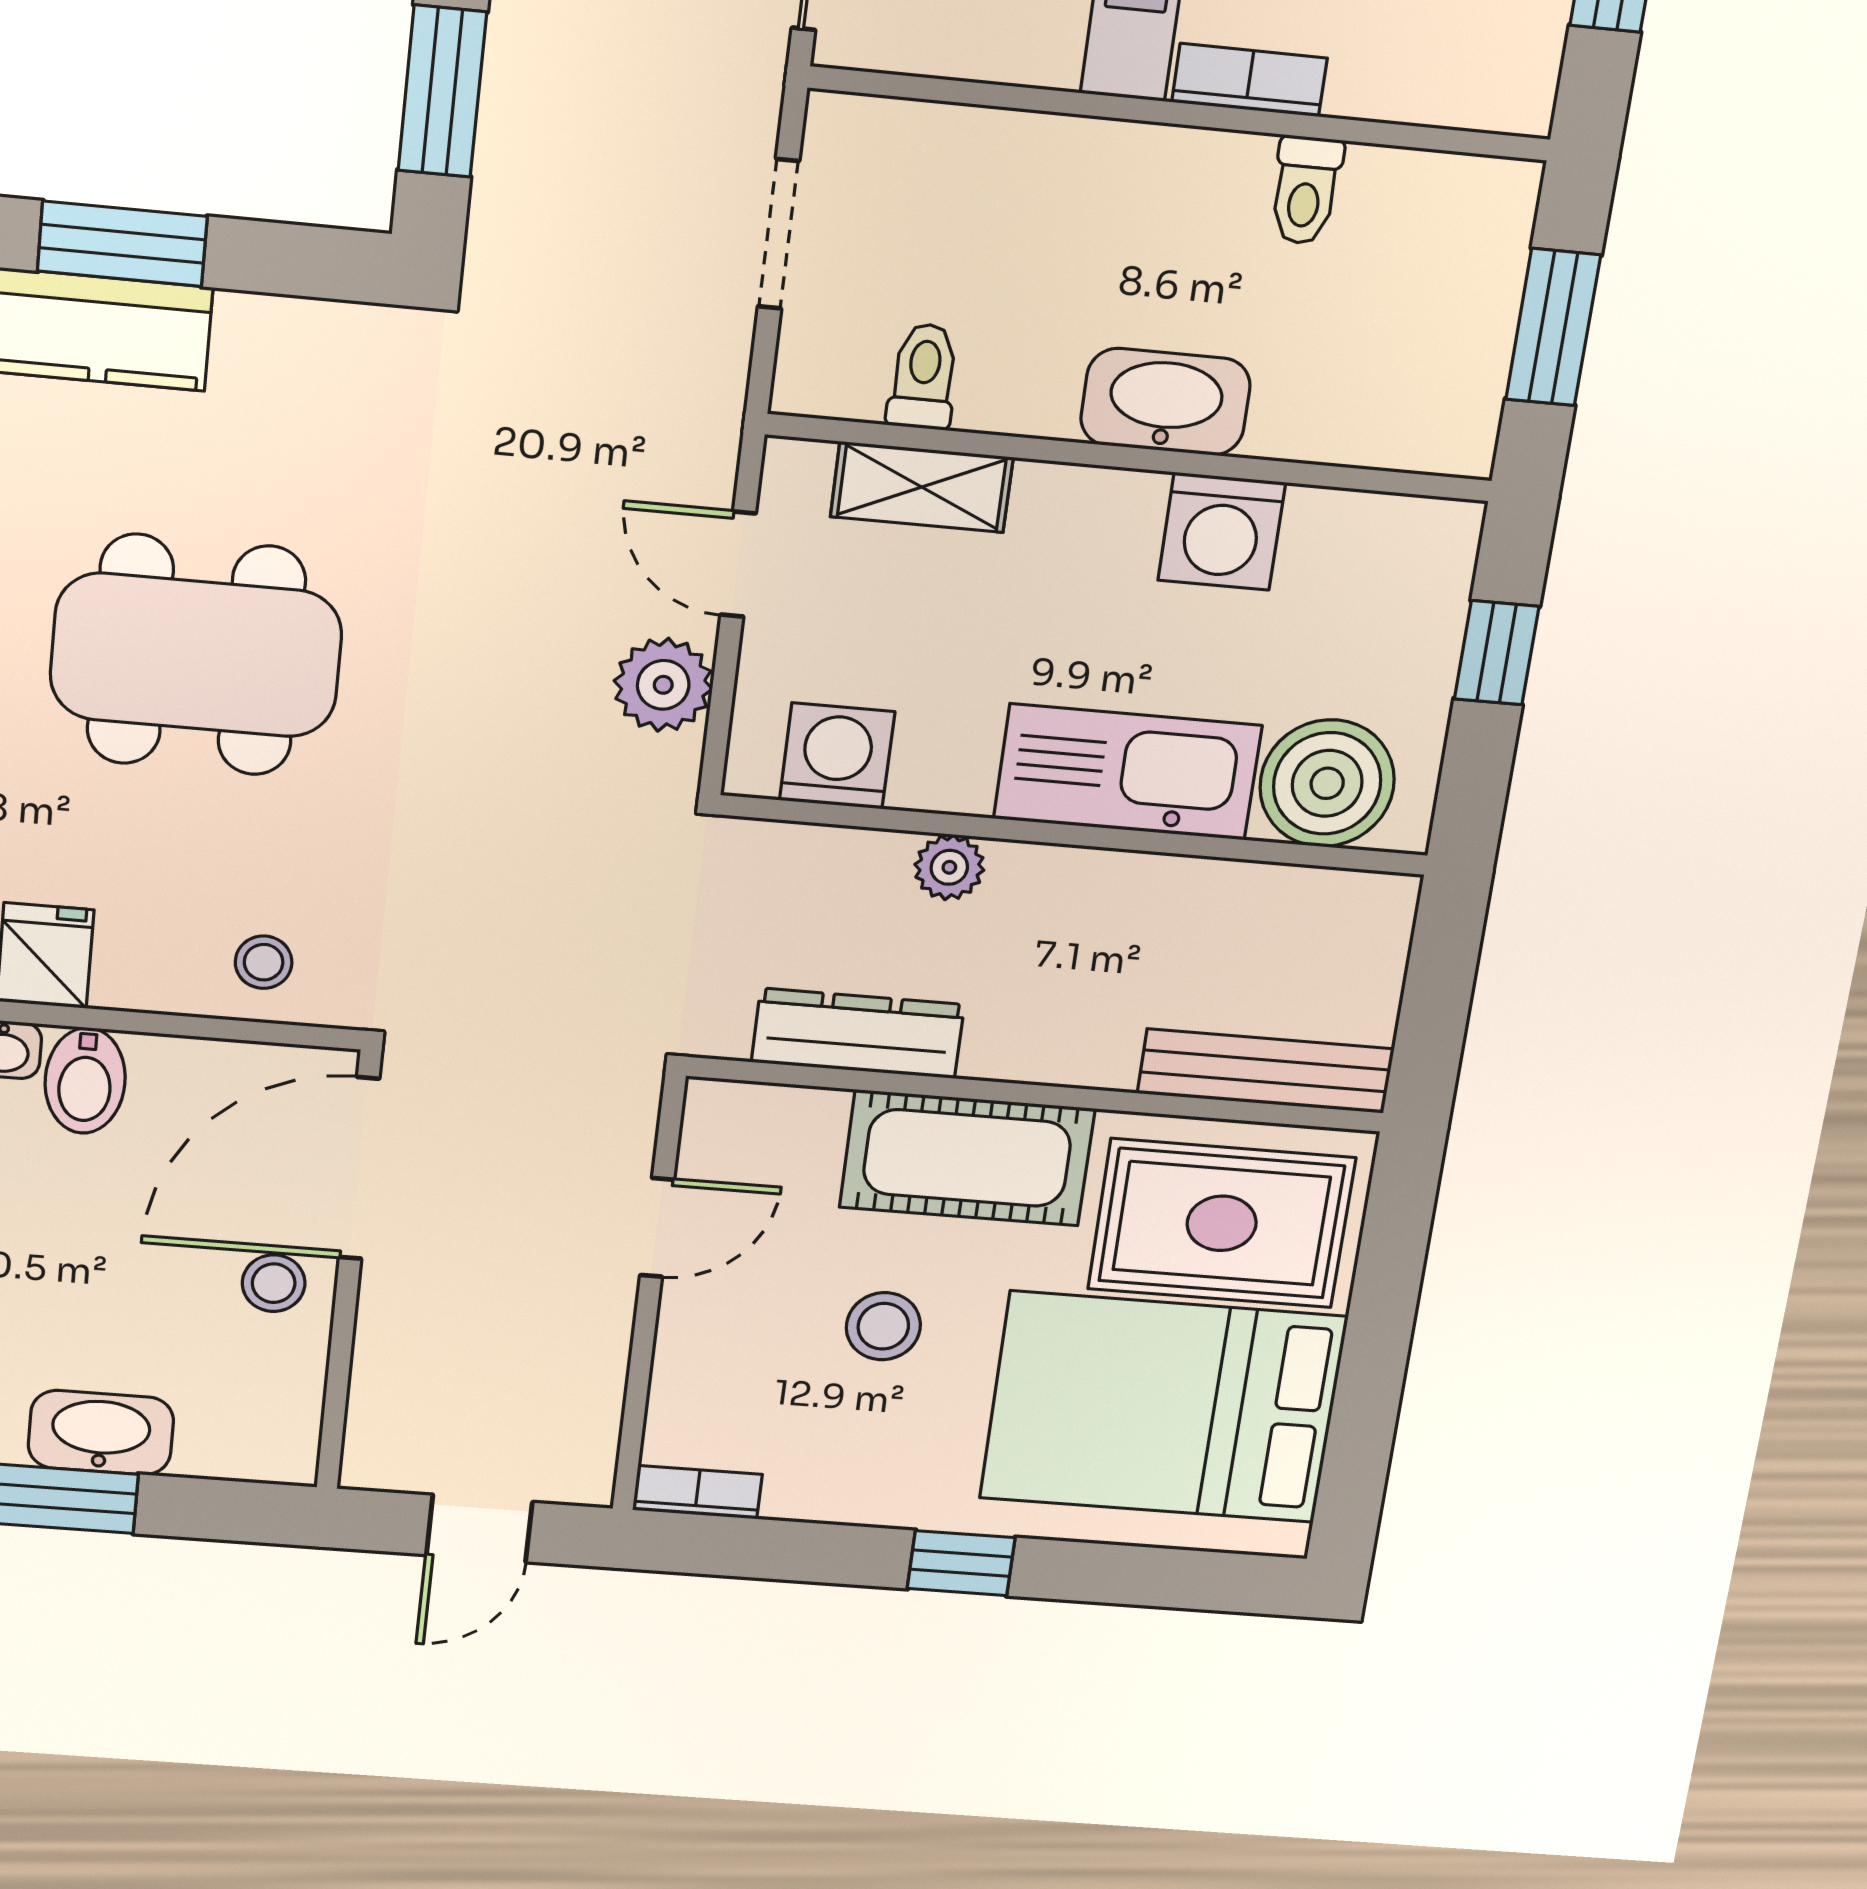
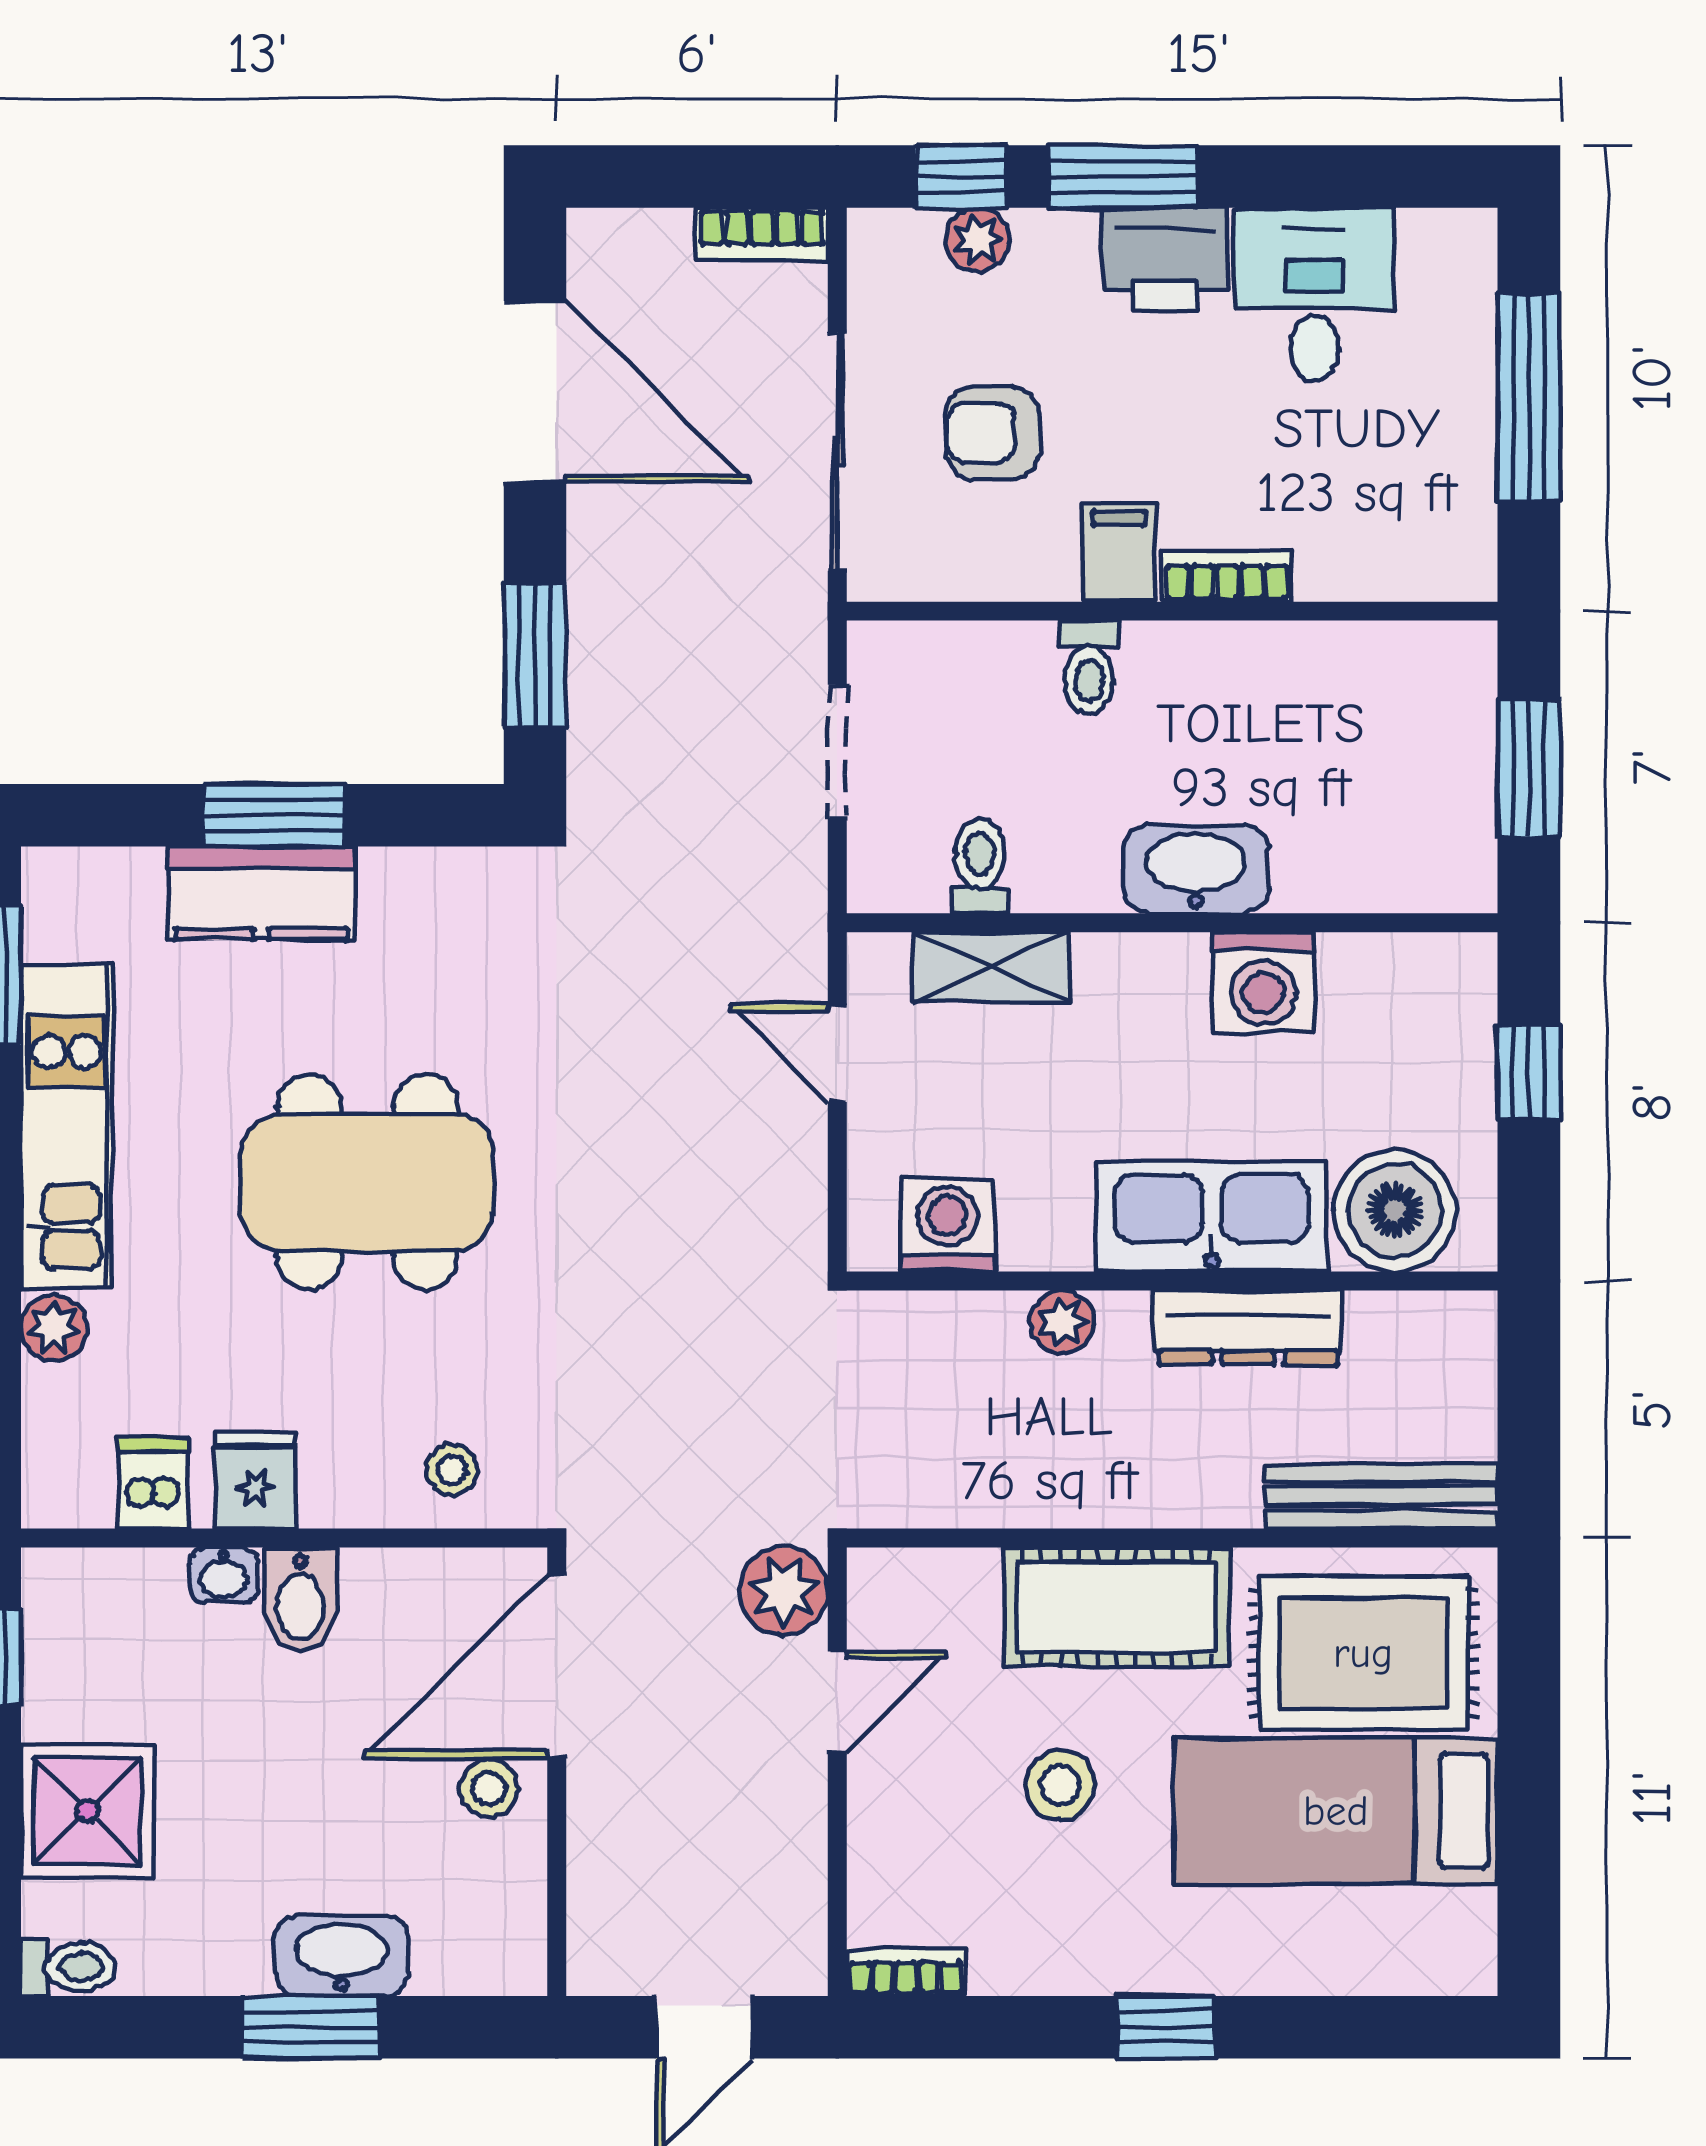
toilet: (1306, 190) -> (1089, 668), moved
plant: (663, 685) -> (784, 1591), moved
dresser: (858, 1033) -> (1248, 1327), moved, turned 180
bed: (1163, 1407) -> (1336, 1811), width x0.67

